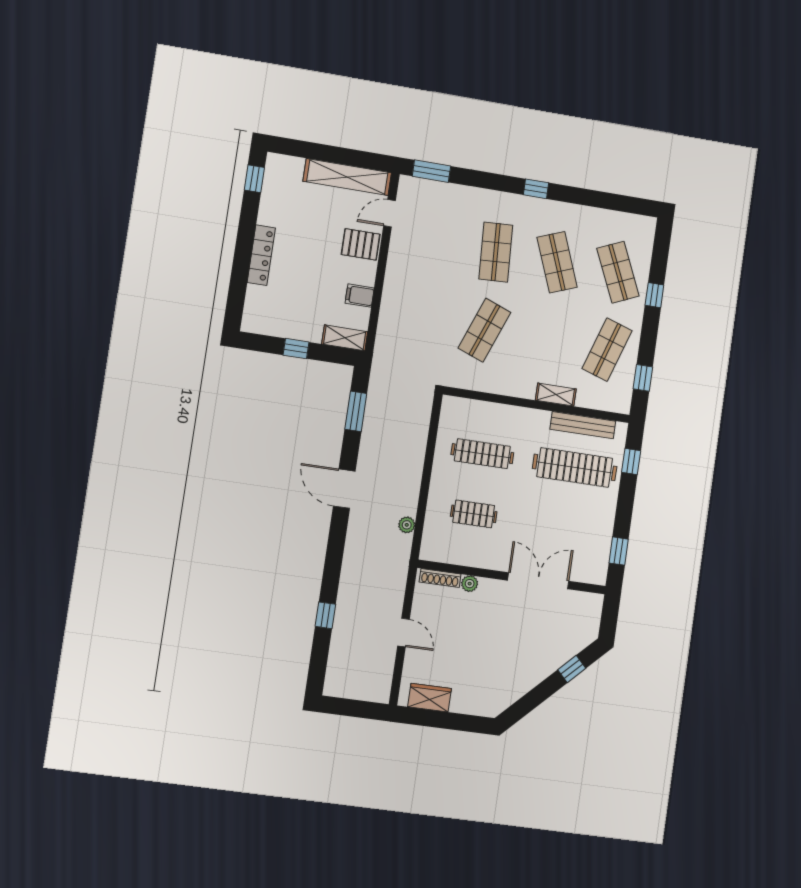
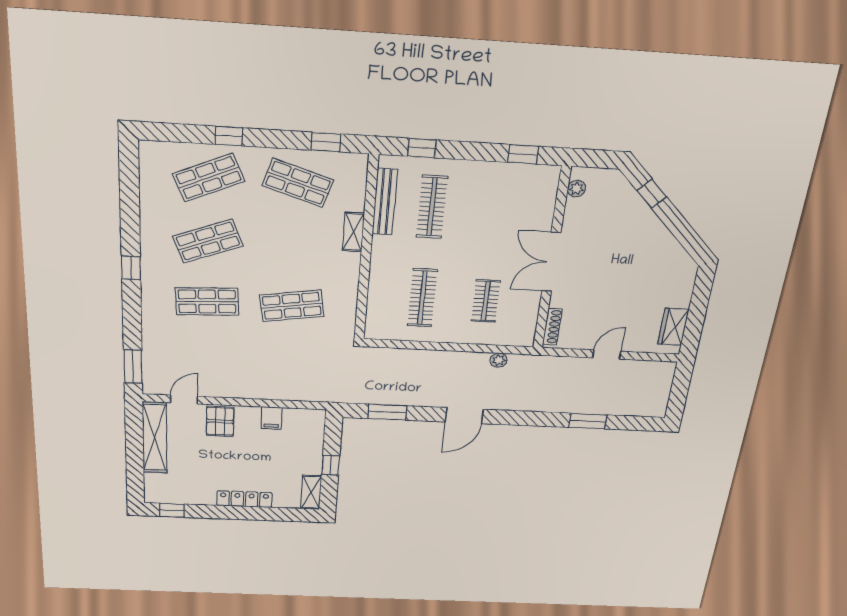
door: (390, 213) -> (184, 400), swing flipped
shop shelf: (484, 330) -> (292, 306), turned -30
shelving: (345, 338) -> (311, 492), moved
clothes rail: (575, 467) -> (432, 207), width x0.73, depth x0.76
double door: (538, 581) -> (551, 262), moved
plant: (470, 584) -> (576, 189), moved
window: (325, 615) -> (588, 421), width x1.50

